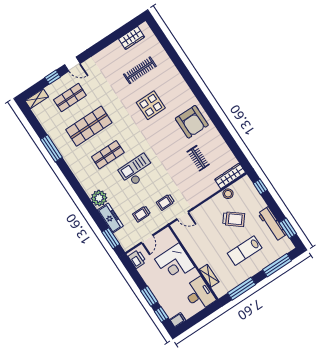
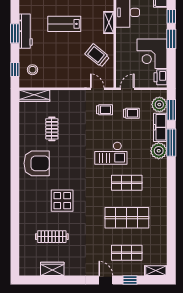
wardrobe: (132, 38) -> (52, 269), moved
armchair: (192, 122) -> (37, 163), turned 90
window: (51, 148) -> (171, 143), moved
stool: (228, 194) -> (33, 70), moved
trolley: (234, 219) -> (97, 55), moved
window: (288, 228) -> (15, 33), moved
plant: (124, 236) -> (159, 105), added
door: (147, 239) -> (127, 89), moved
lab bench: (245, 251) -> (64, 24), turned 180
corner desk: (175, 263) -> (152, 54), moved, turned 180

